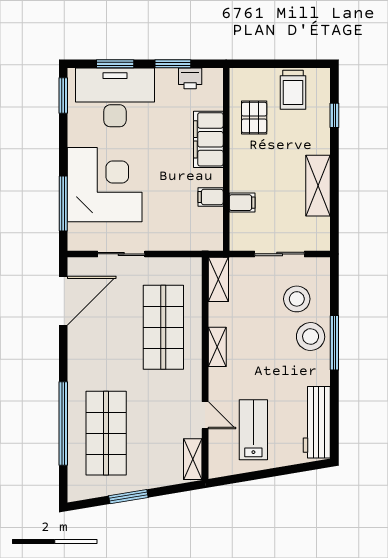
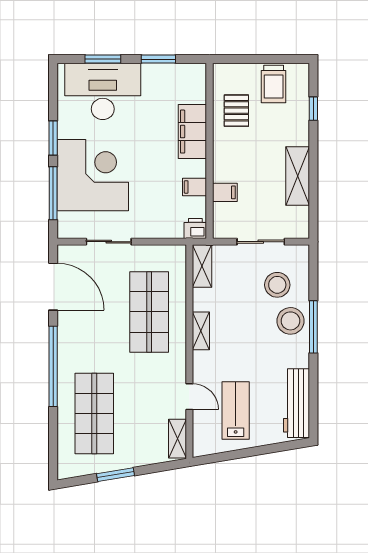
printer: (190, 78) -> (195, 229), moved, turned 180
window: (63, 95) -> (53, 138), moved
door: (63, 301) -> (53, 287), hinge flipped
window: (63, 423) -> (53, 366), moved

